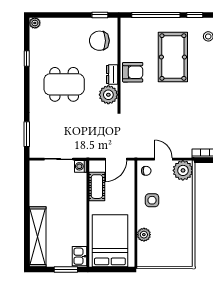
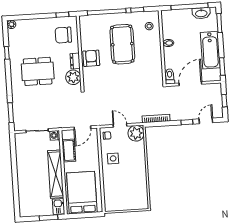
armchair: (133, 72) -> (91, 58), turned -90
plant: (144, 235) -> (108, 186), removed
shelving: (38, 237) -> (56, 174), moved

